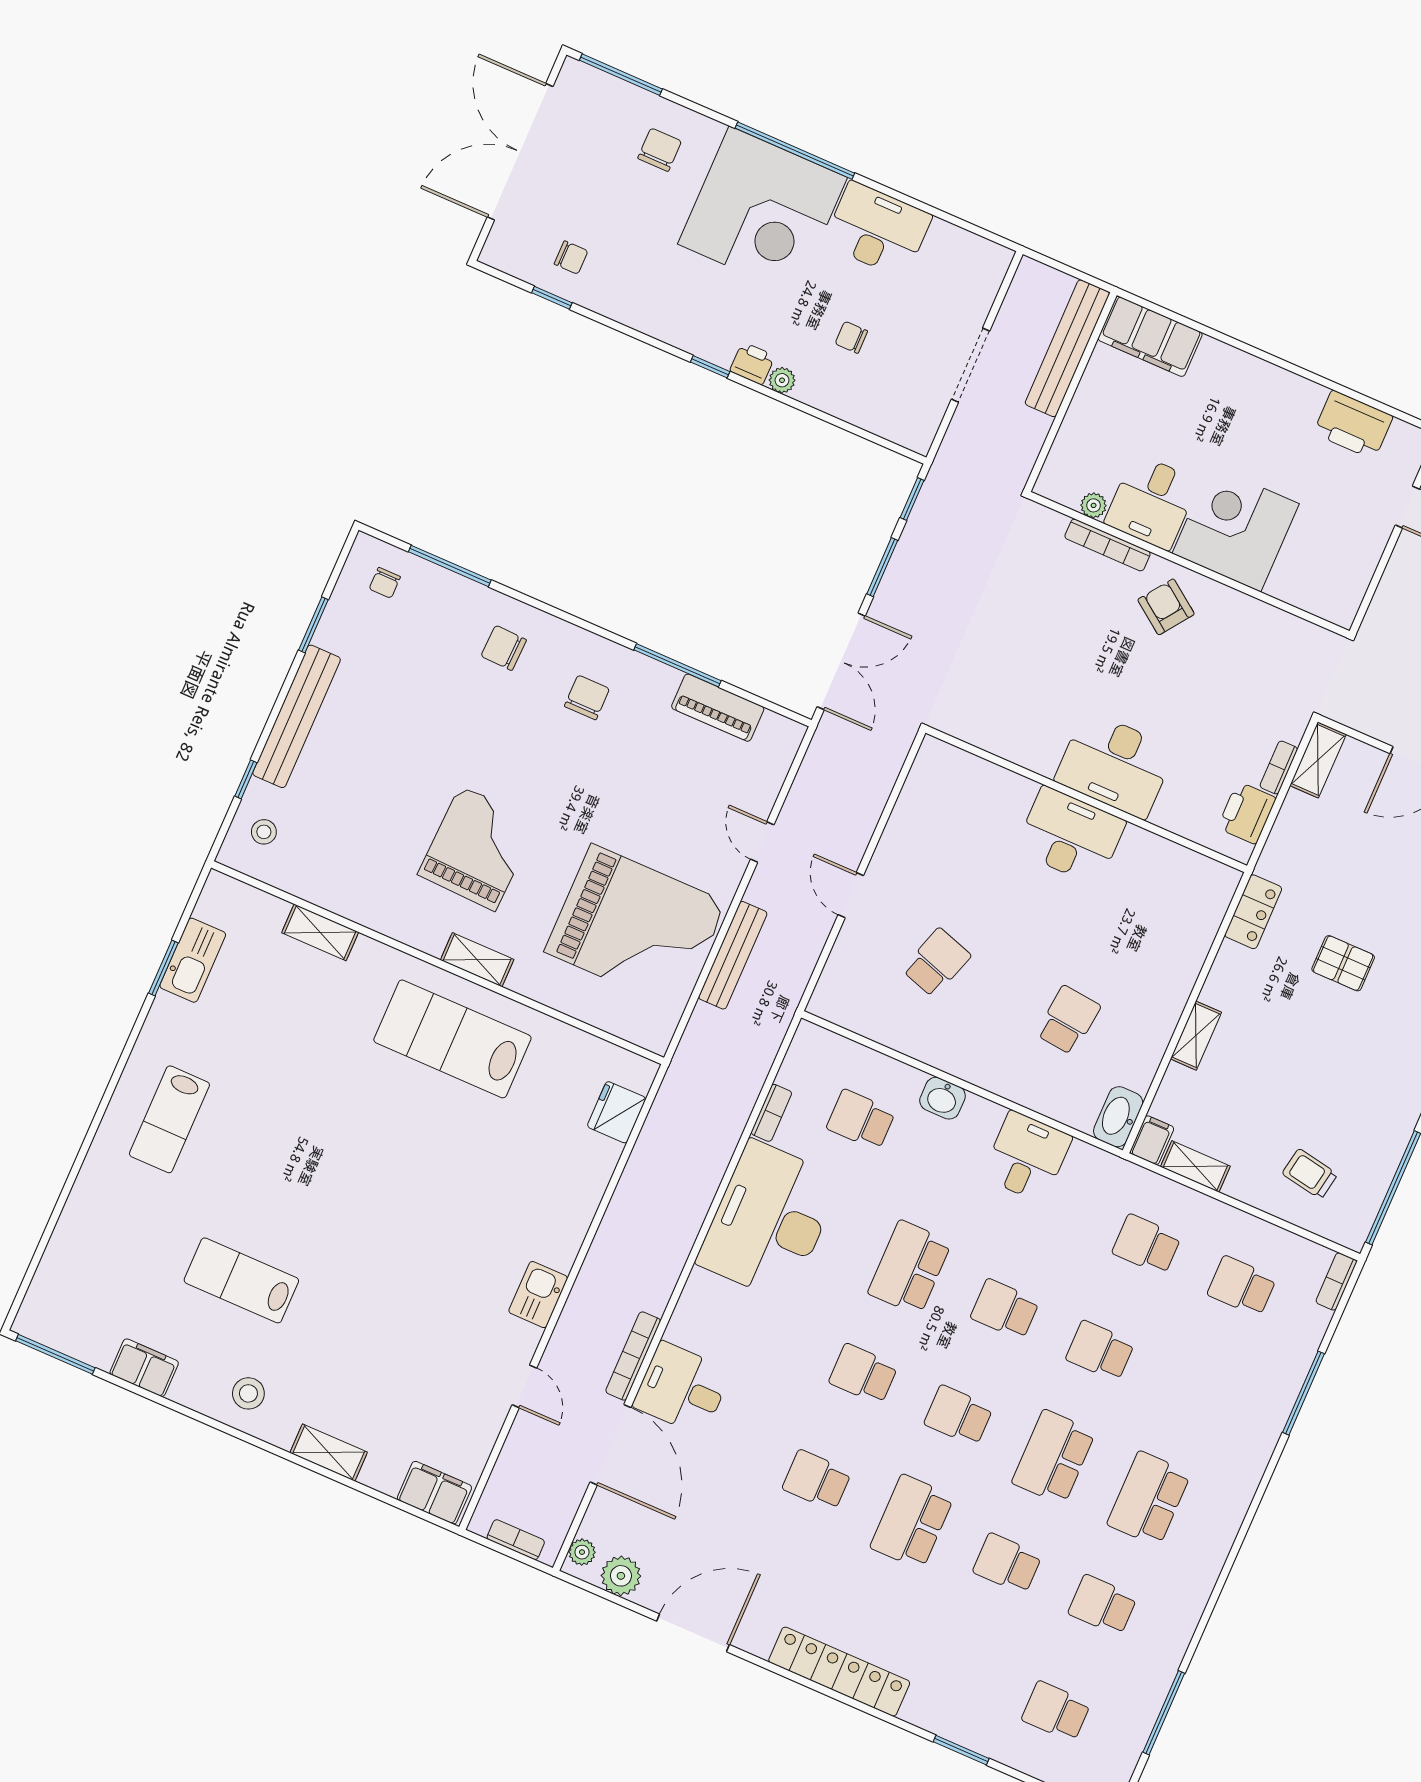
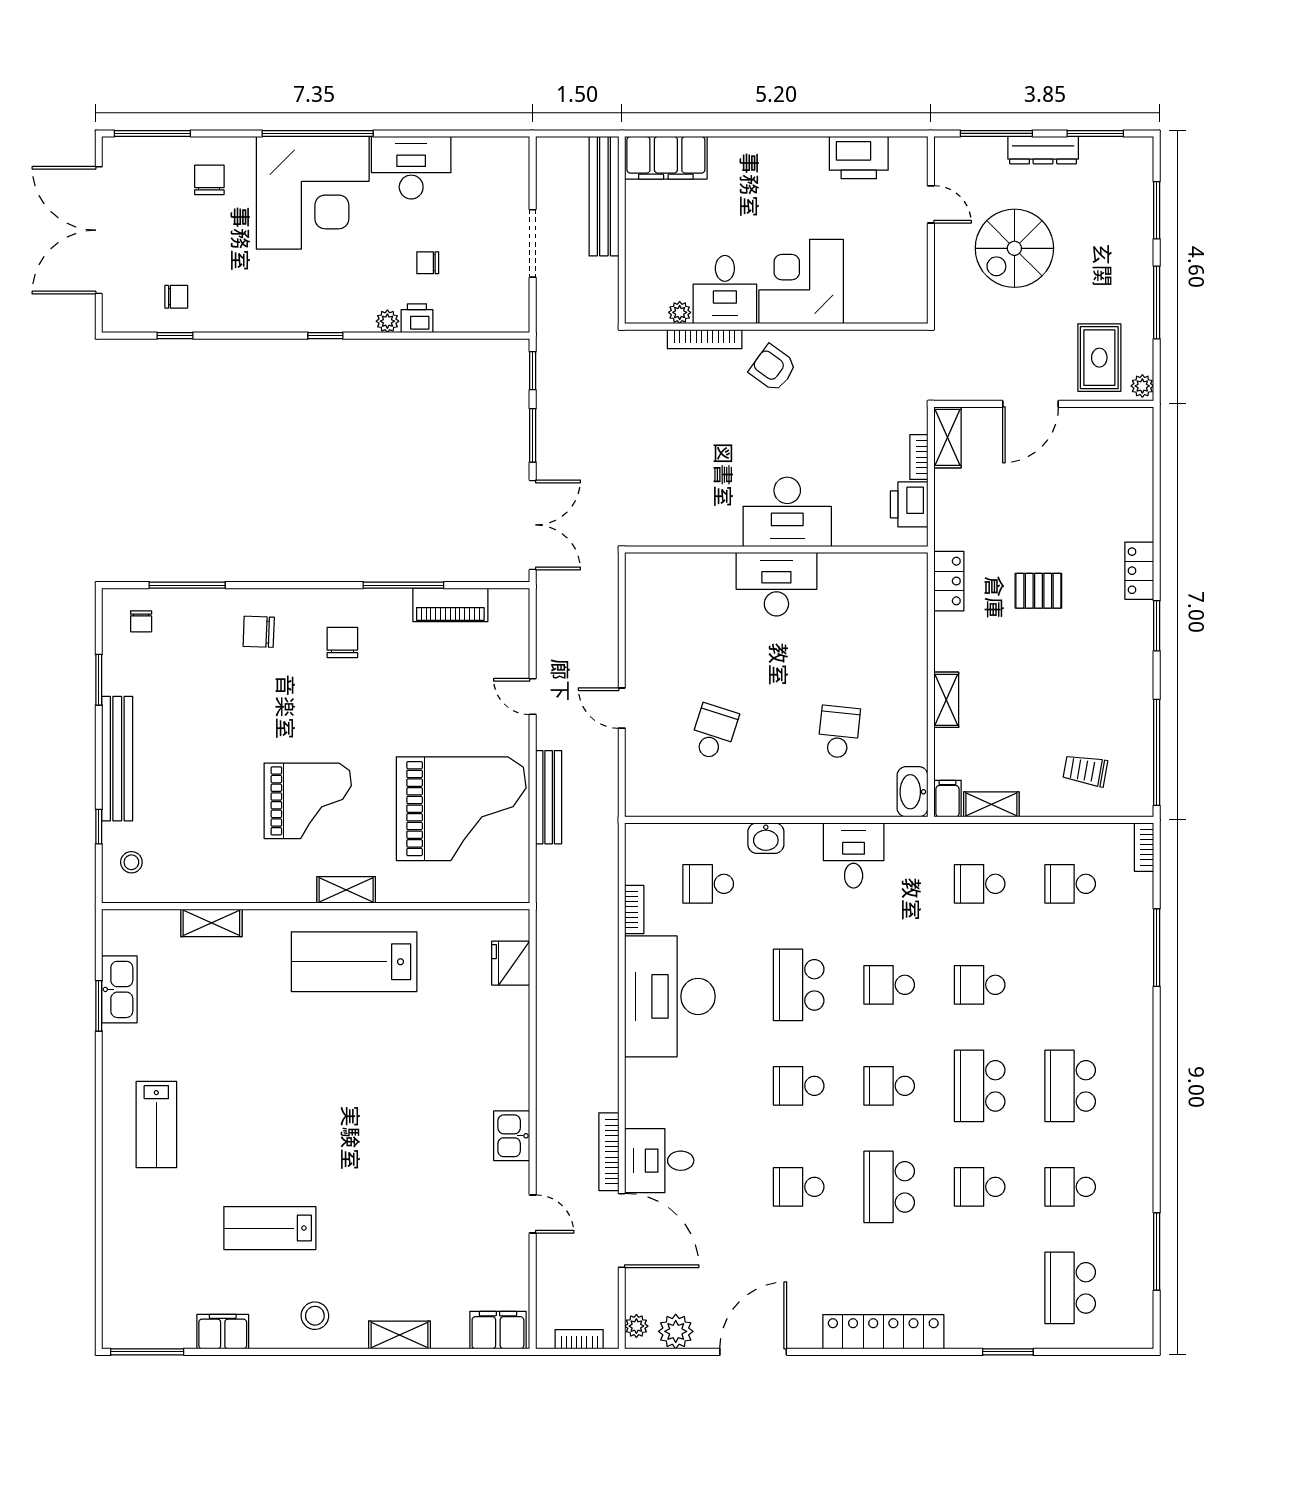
printer: (752, 364) -> (417, 318), moved
grand piano: (478, 848) -> (308, 801), turned 88
school desk: (1056, 1711) -> (1070, 1288), width x1.85

